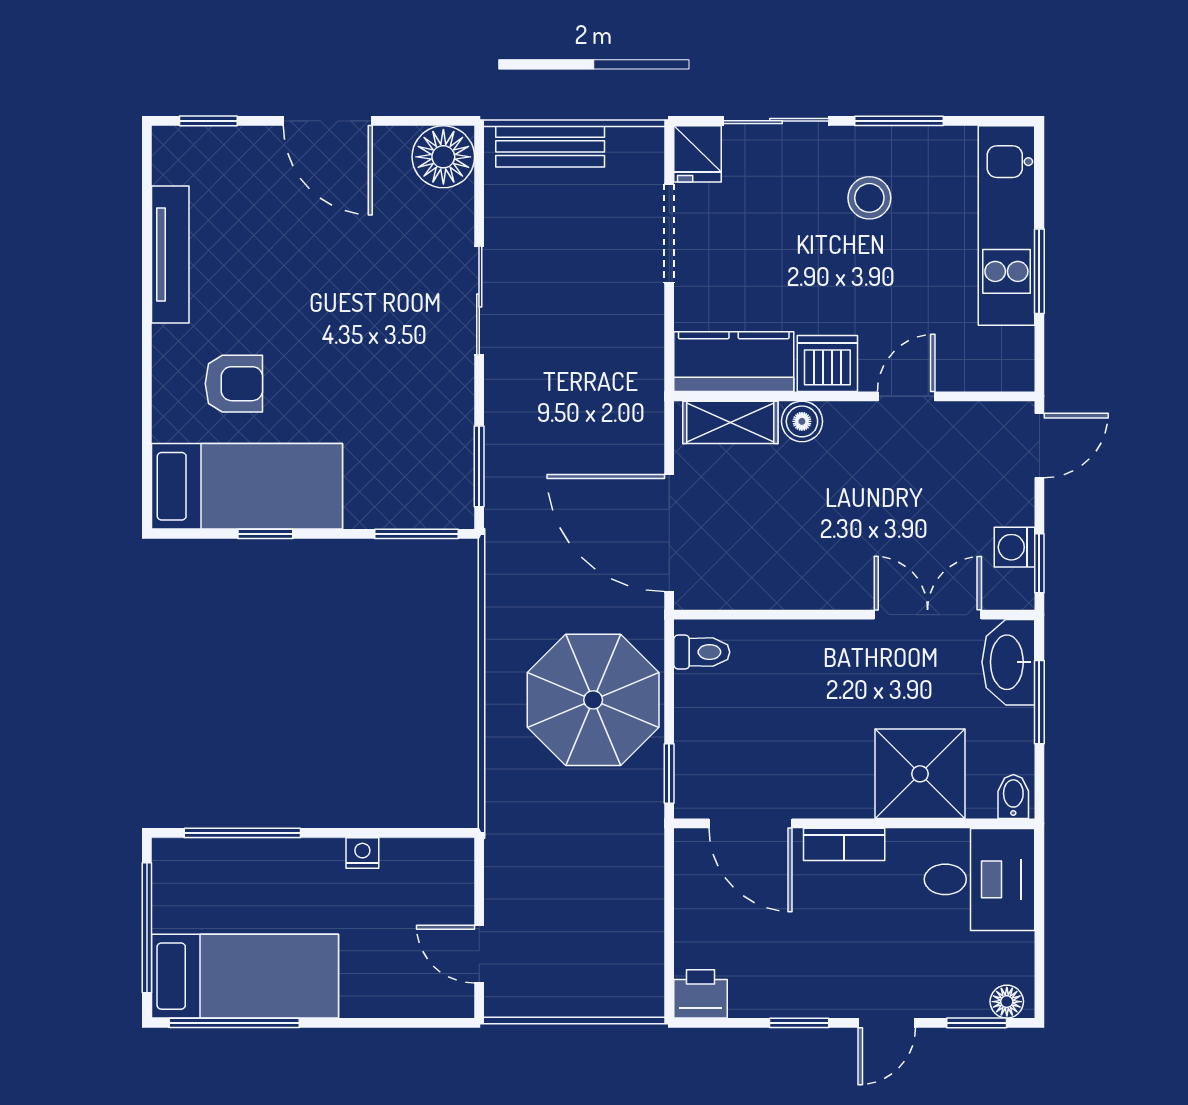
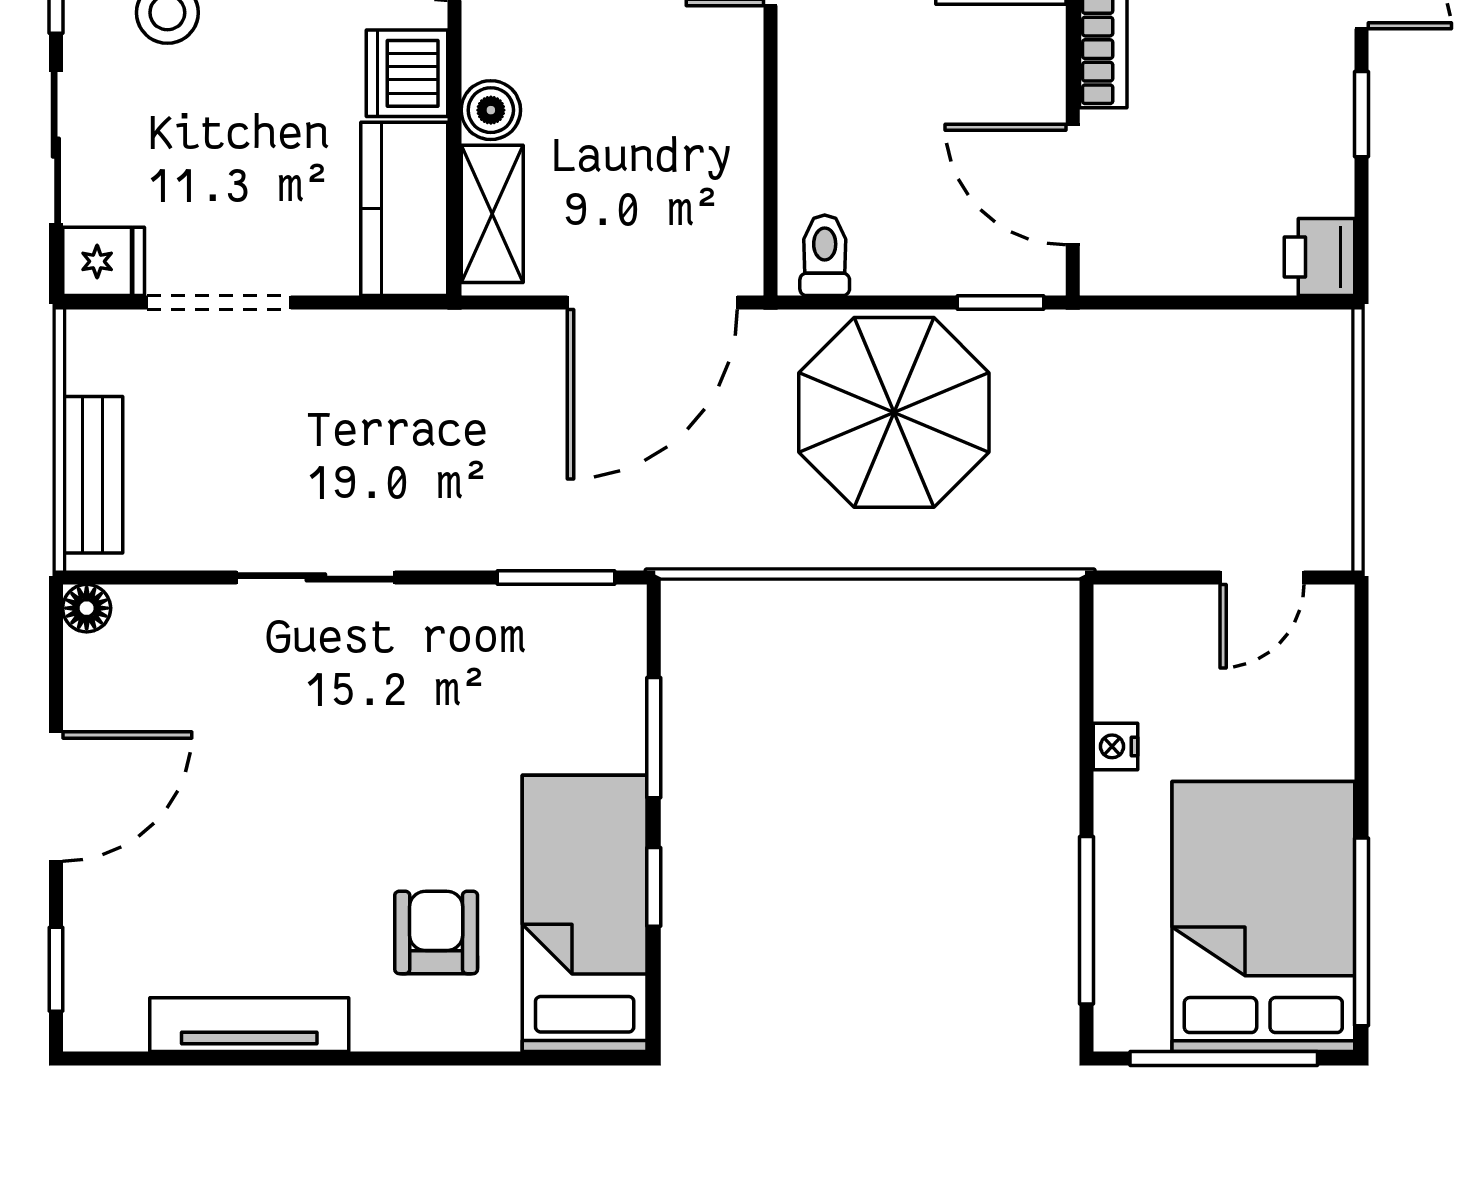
floor lamp: (443, 157) -> (87, 608), width x0.53, depth x0.53
window: (416, 534) -> (654, 738), moved
door: (751, 823) -> (1073, 185), swing flipped
bed: (245, 976) -> (1263, 916), width x1.50

